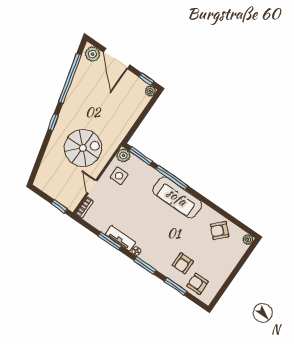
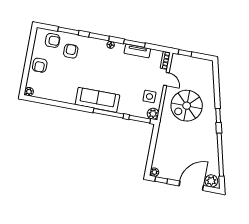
door: (117, 58) -> (191, 186), hinge flipped
armchair: (220, 230) -> (40, 65), moved, turned 135
tv unit: (120, 238) -> (137, 51), moved

